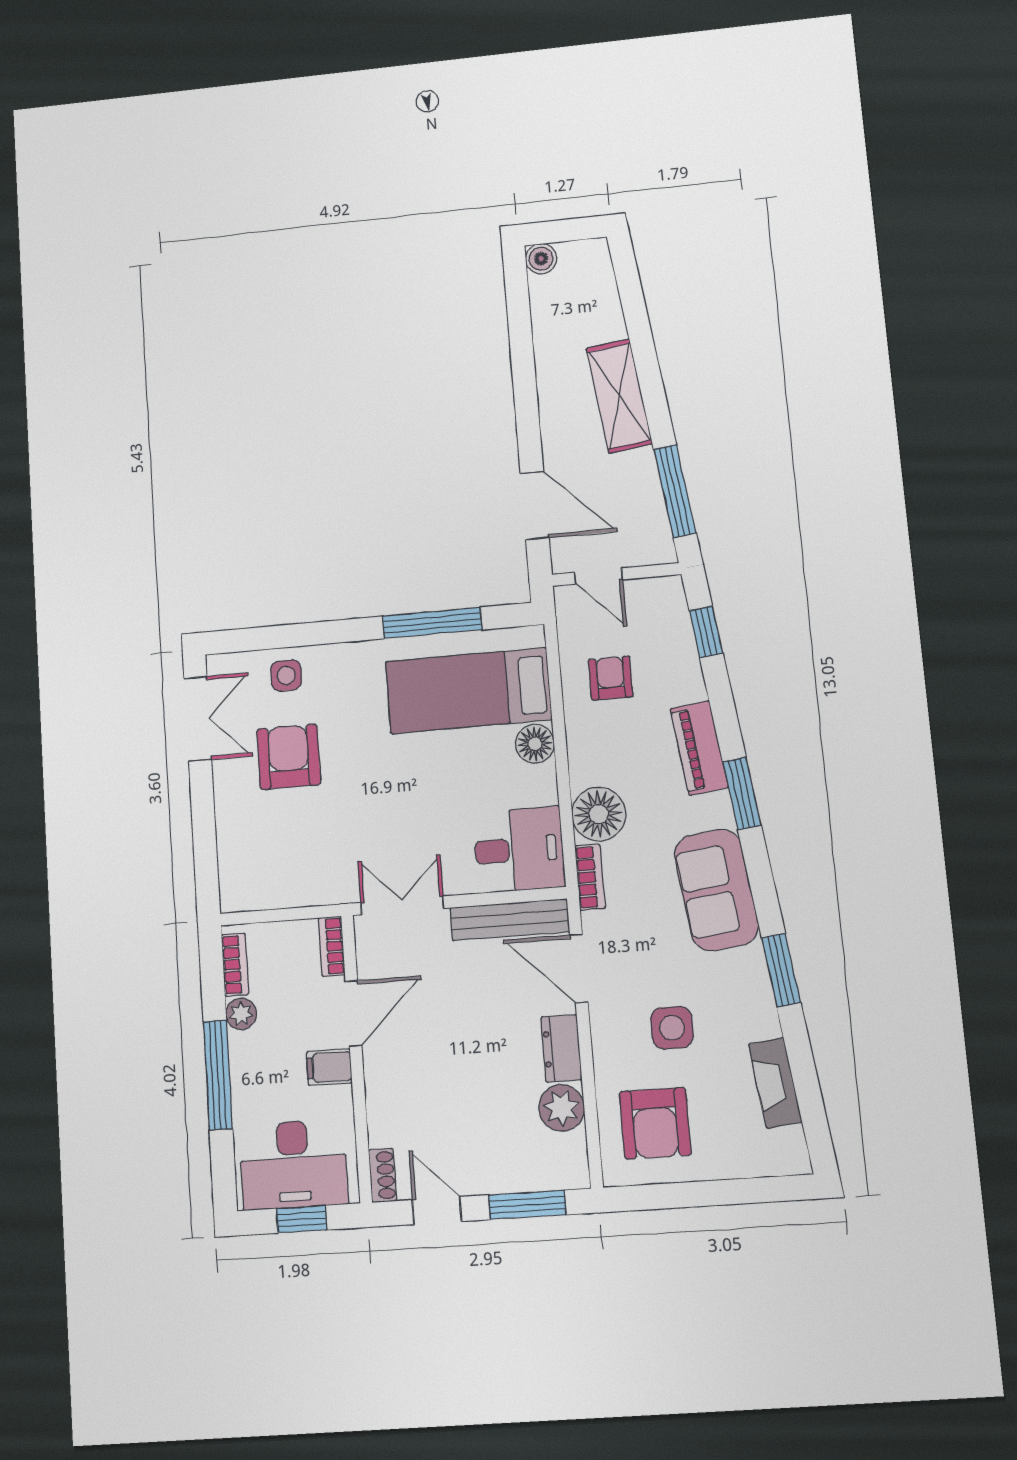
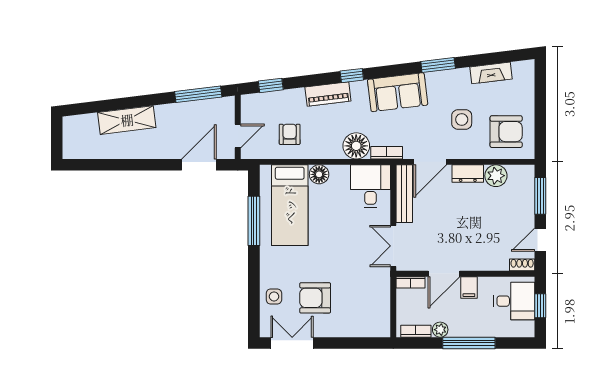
boiler: (541, 259) -> (70, 151), removed
shelving: (619, 396) -> (127, 120), moved
armchair: (611, 678) -> (290, 134), turned 90
window: (742, 793) -> (352, 76), width x0.67
door: (354, 1014) -> (444, 274), swing flipped
desk: (293, 1165) -> (514, 301), width x0.73

